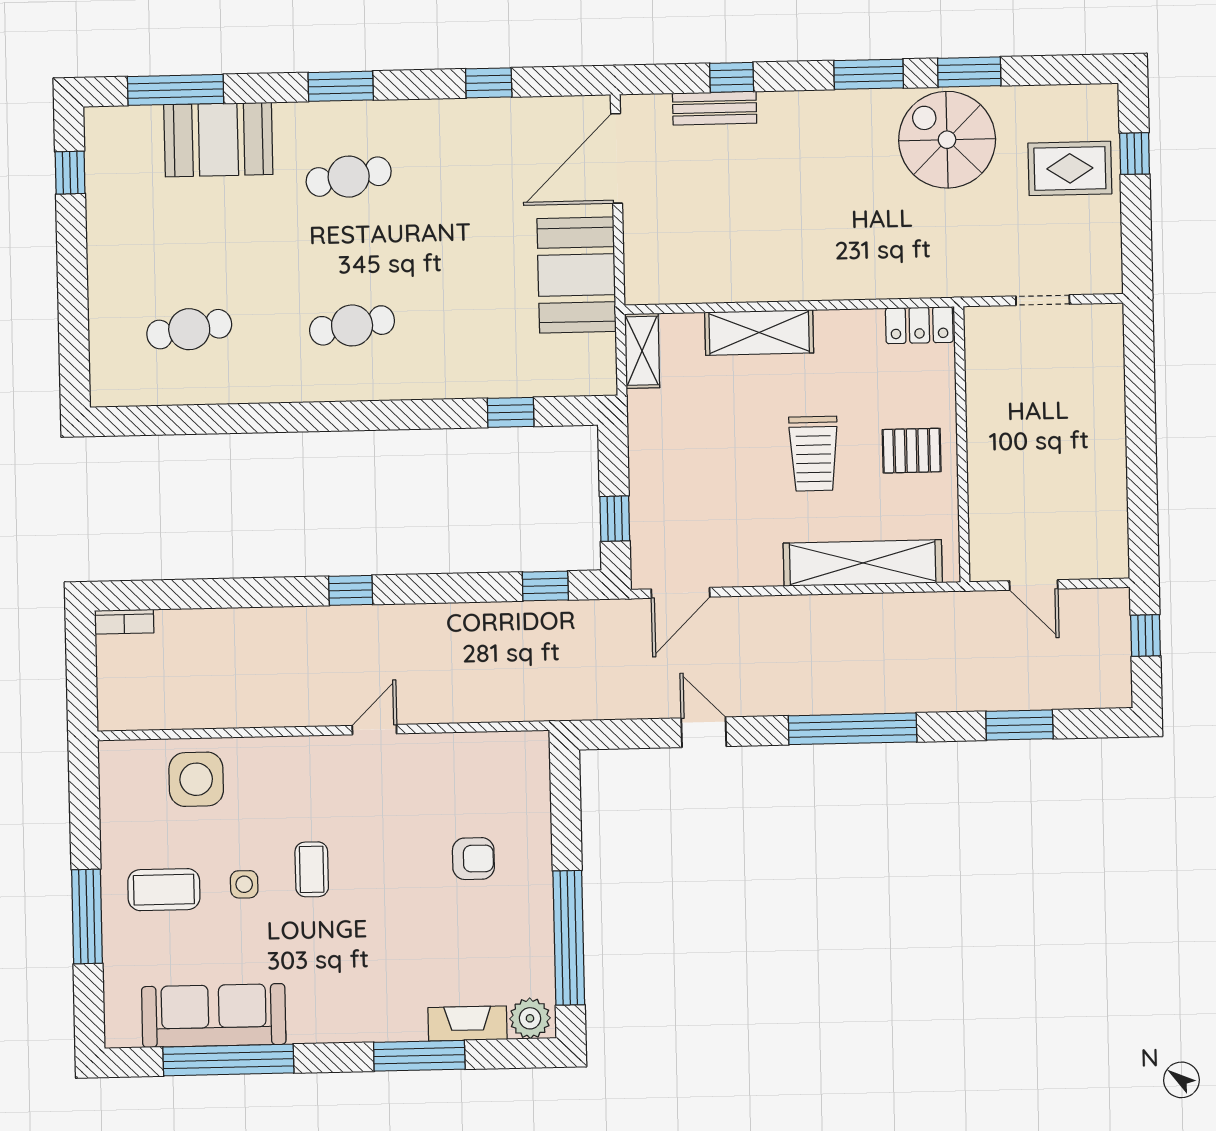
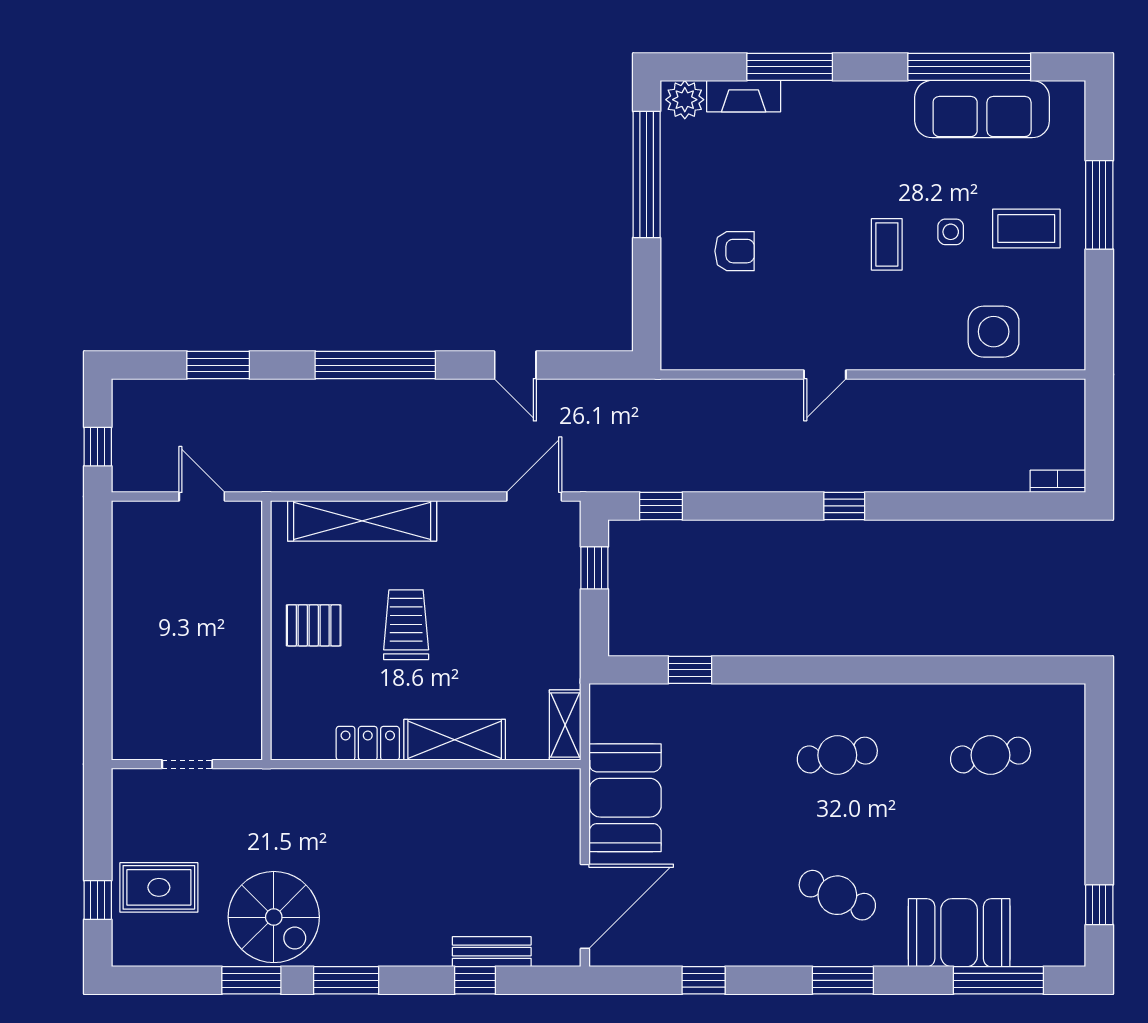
cafe table: (349, 177) -> (837, 895), turned 33
locker: (919, 325) -> (368, 743), moved
armchair: (473, 859) -> (735, 251), turned 180

